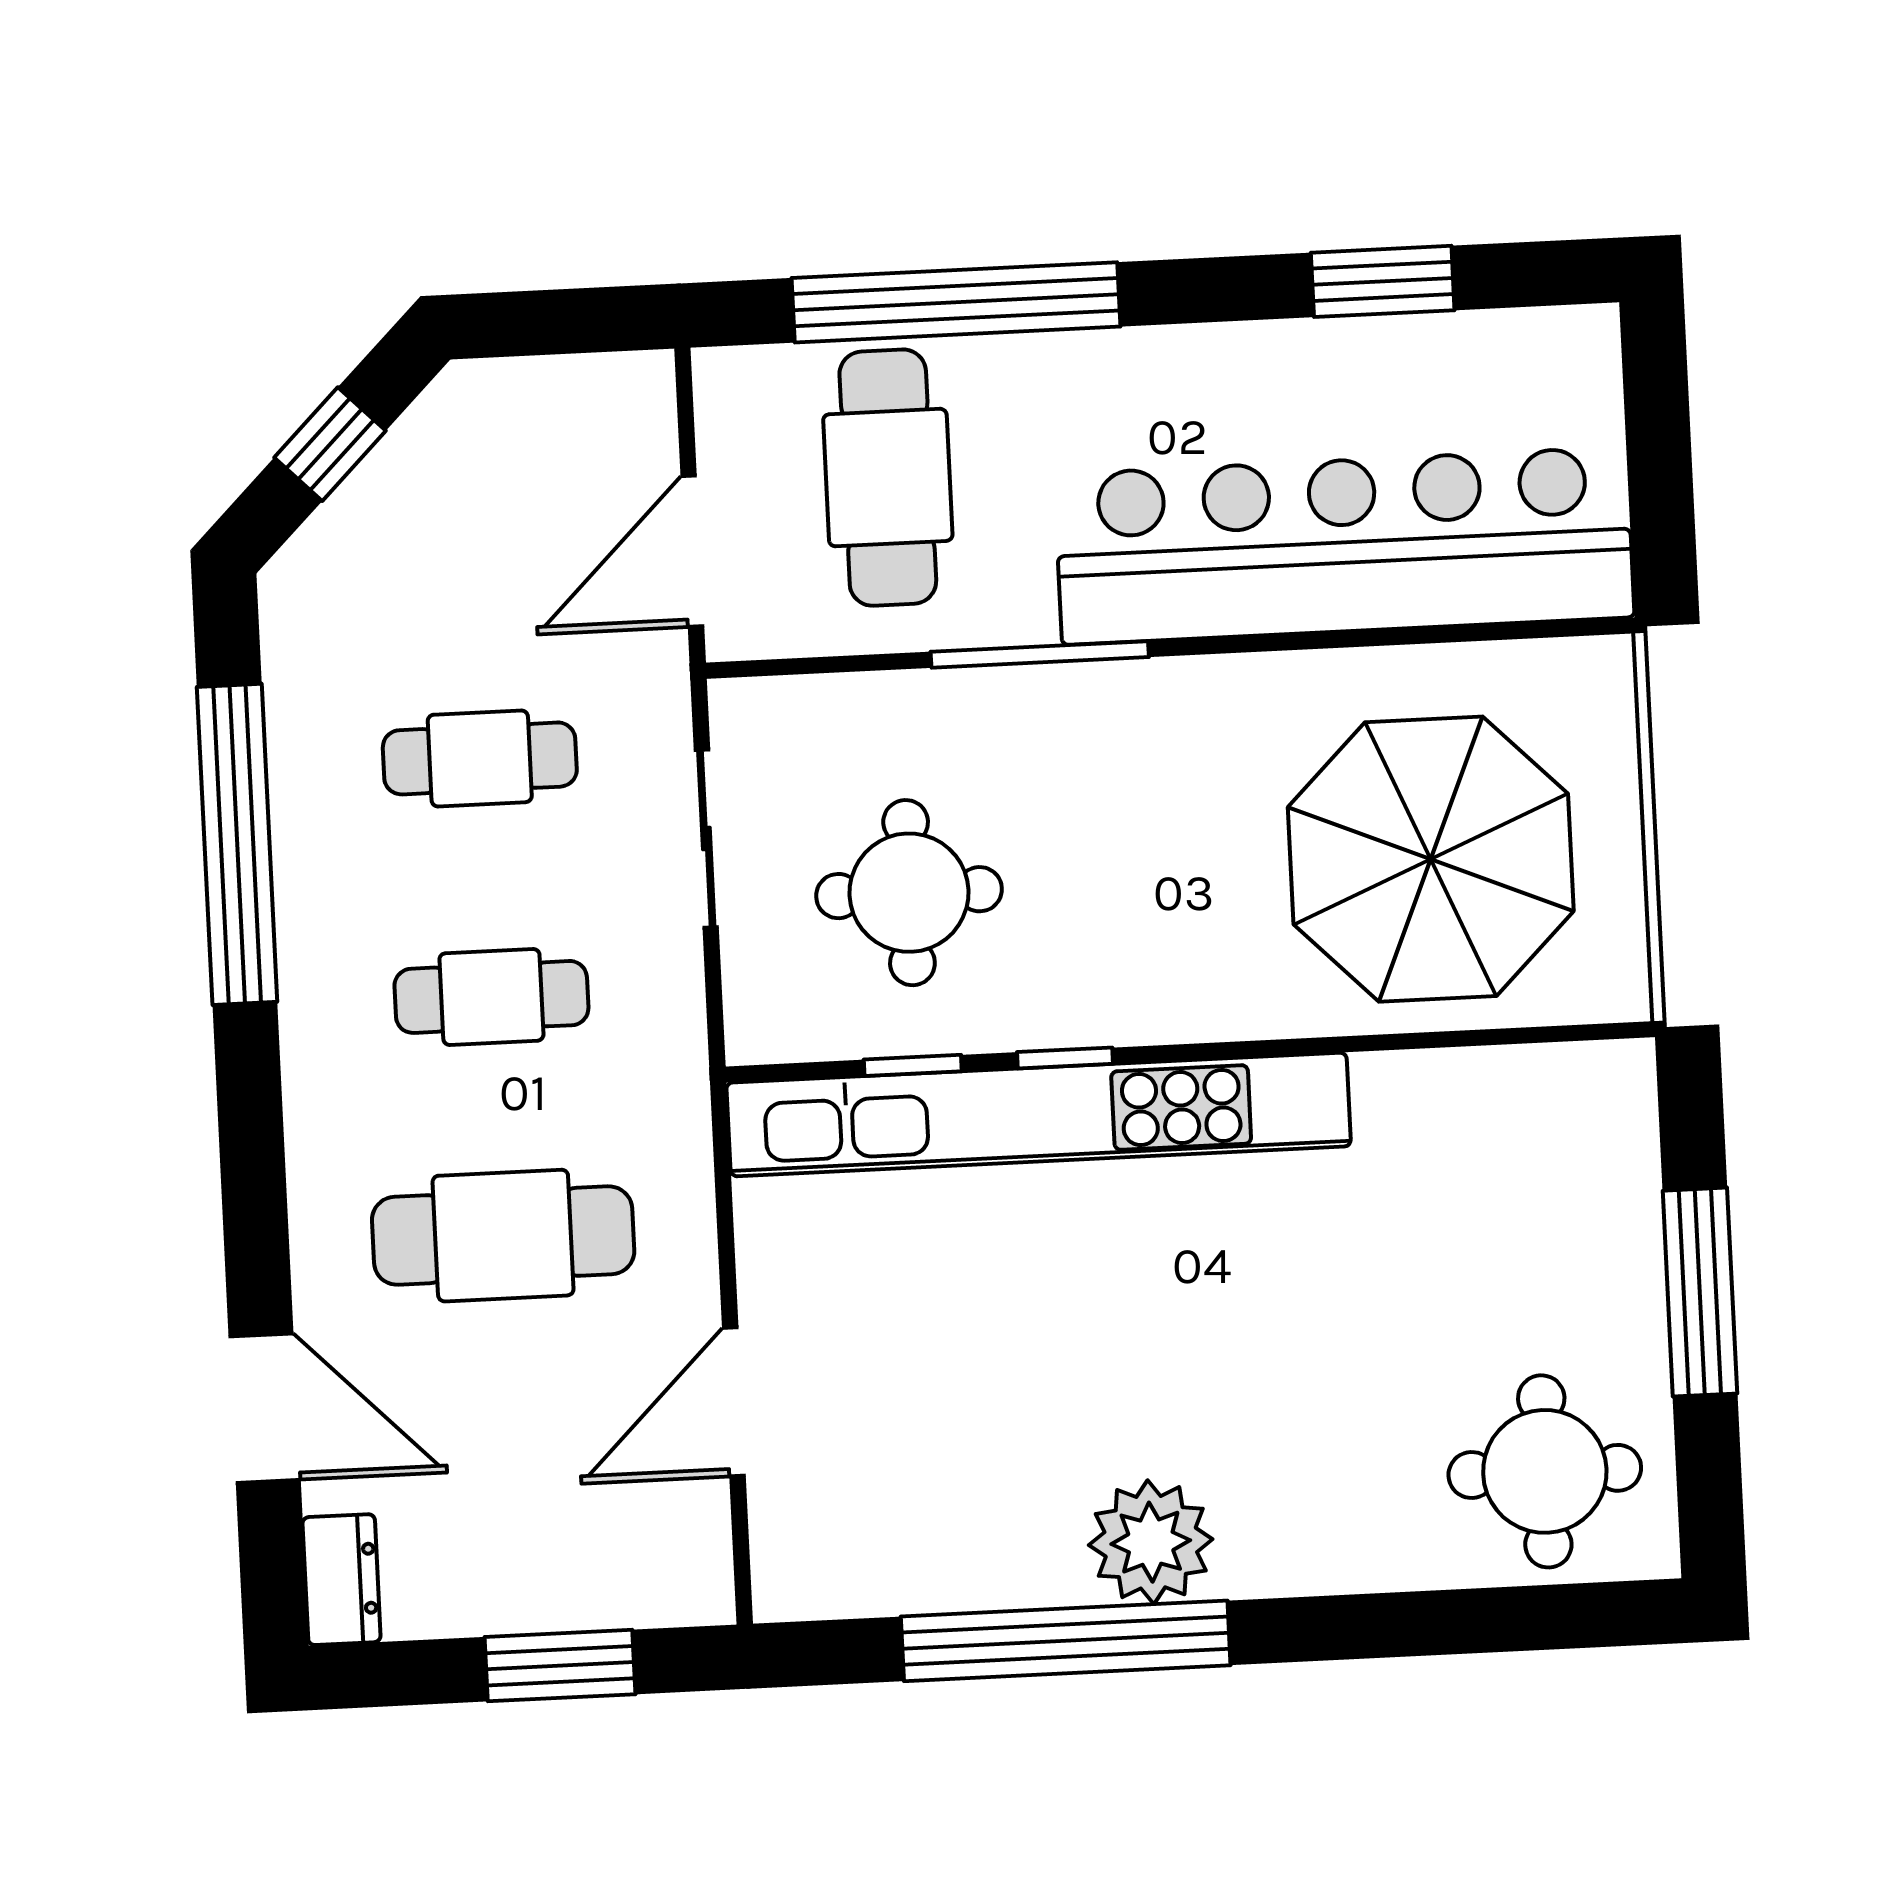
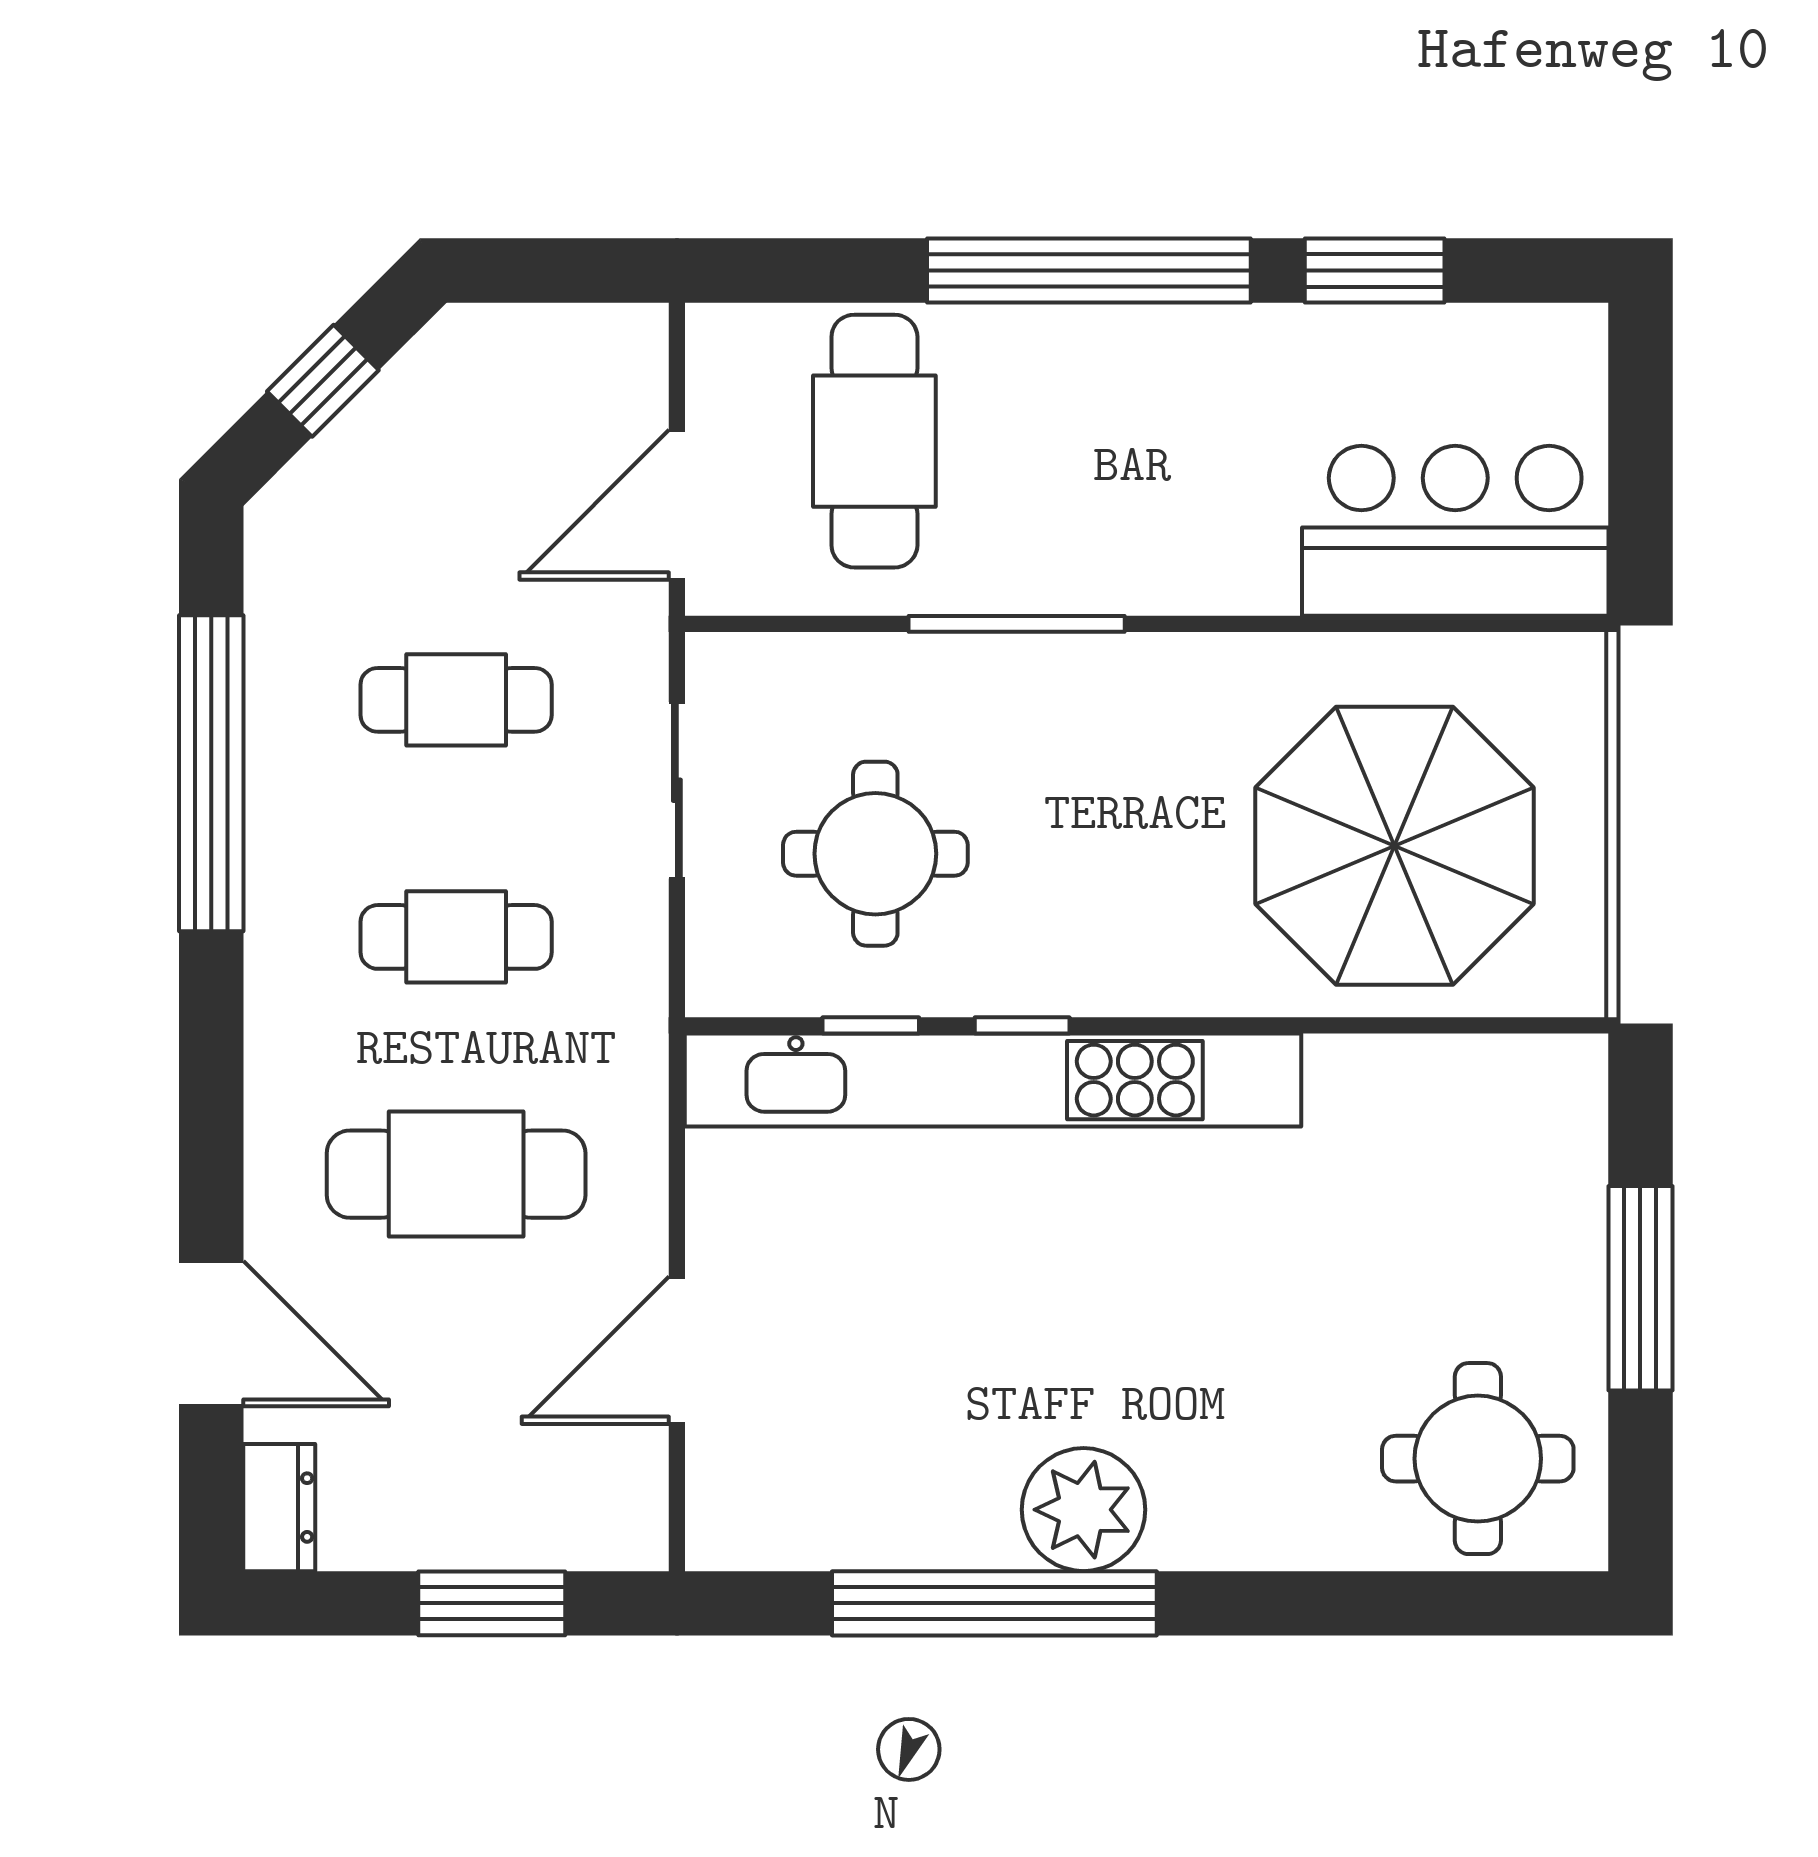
window: (956, 302) -> (1089, 271), moved
bar counter: (1344, 546) -> (1455, 531), width x0.54

